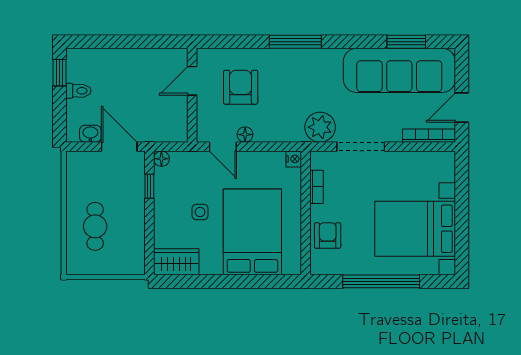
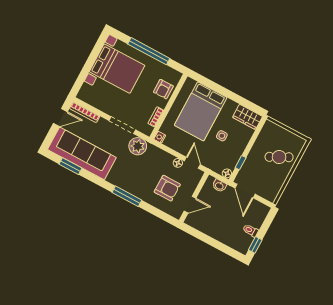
armchair: (241, 87) -> (167, 188), turned -90
washbasin: (90, 134) -> (219, 186), moved
cafe table: (95, 226) -> (279, 157), turned 63

